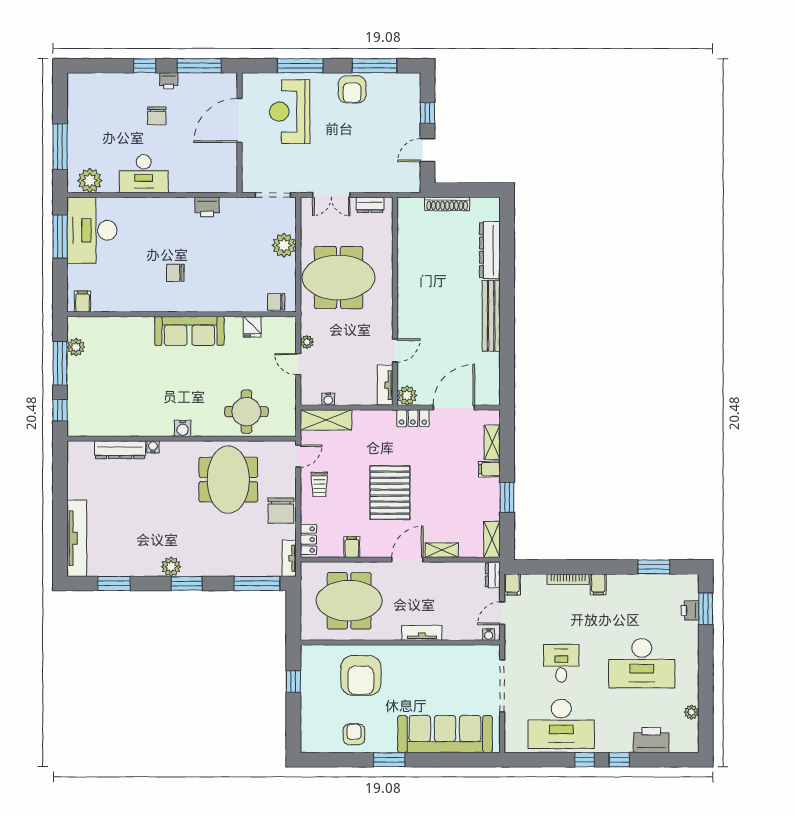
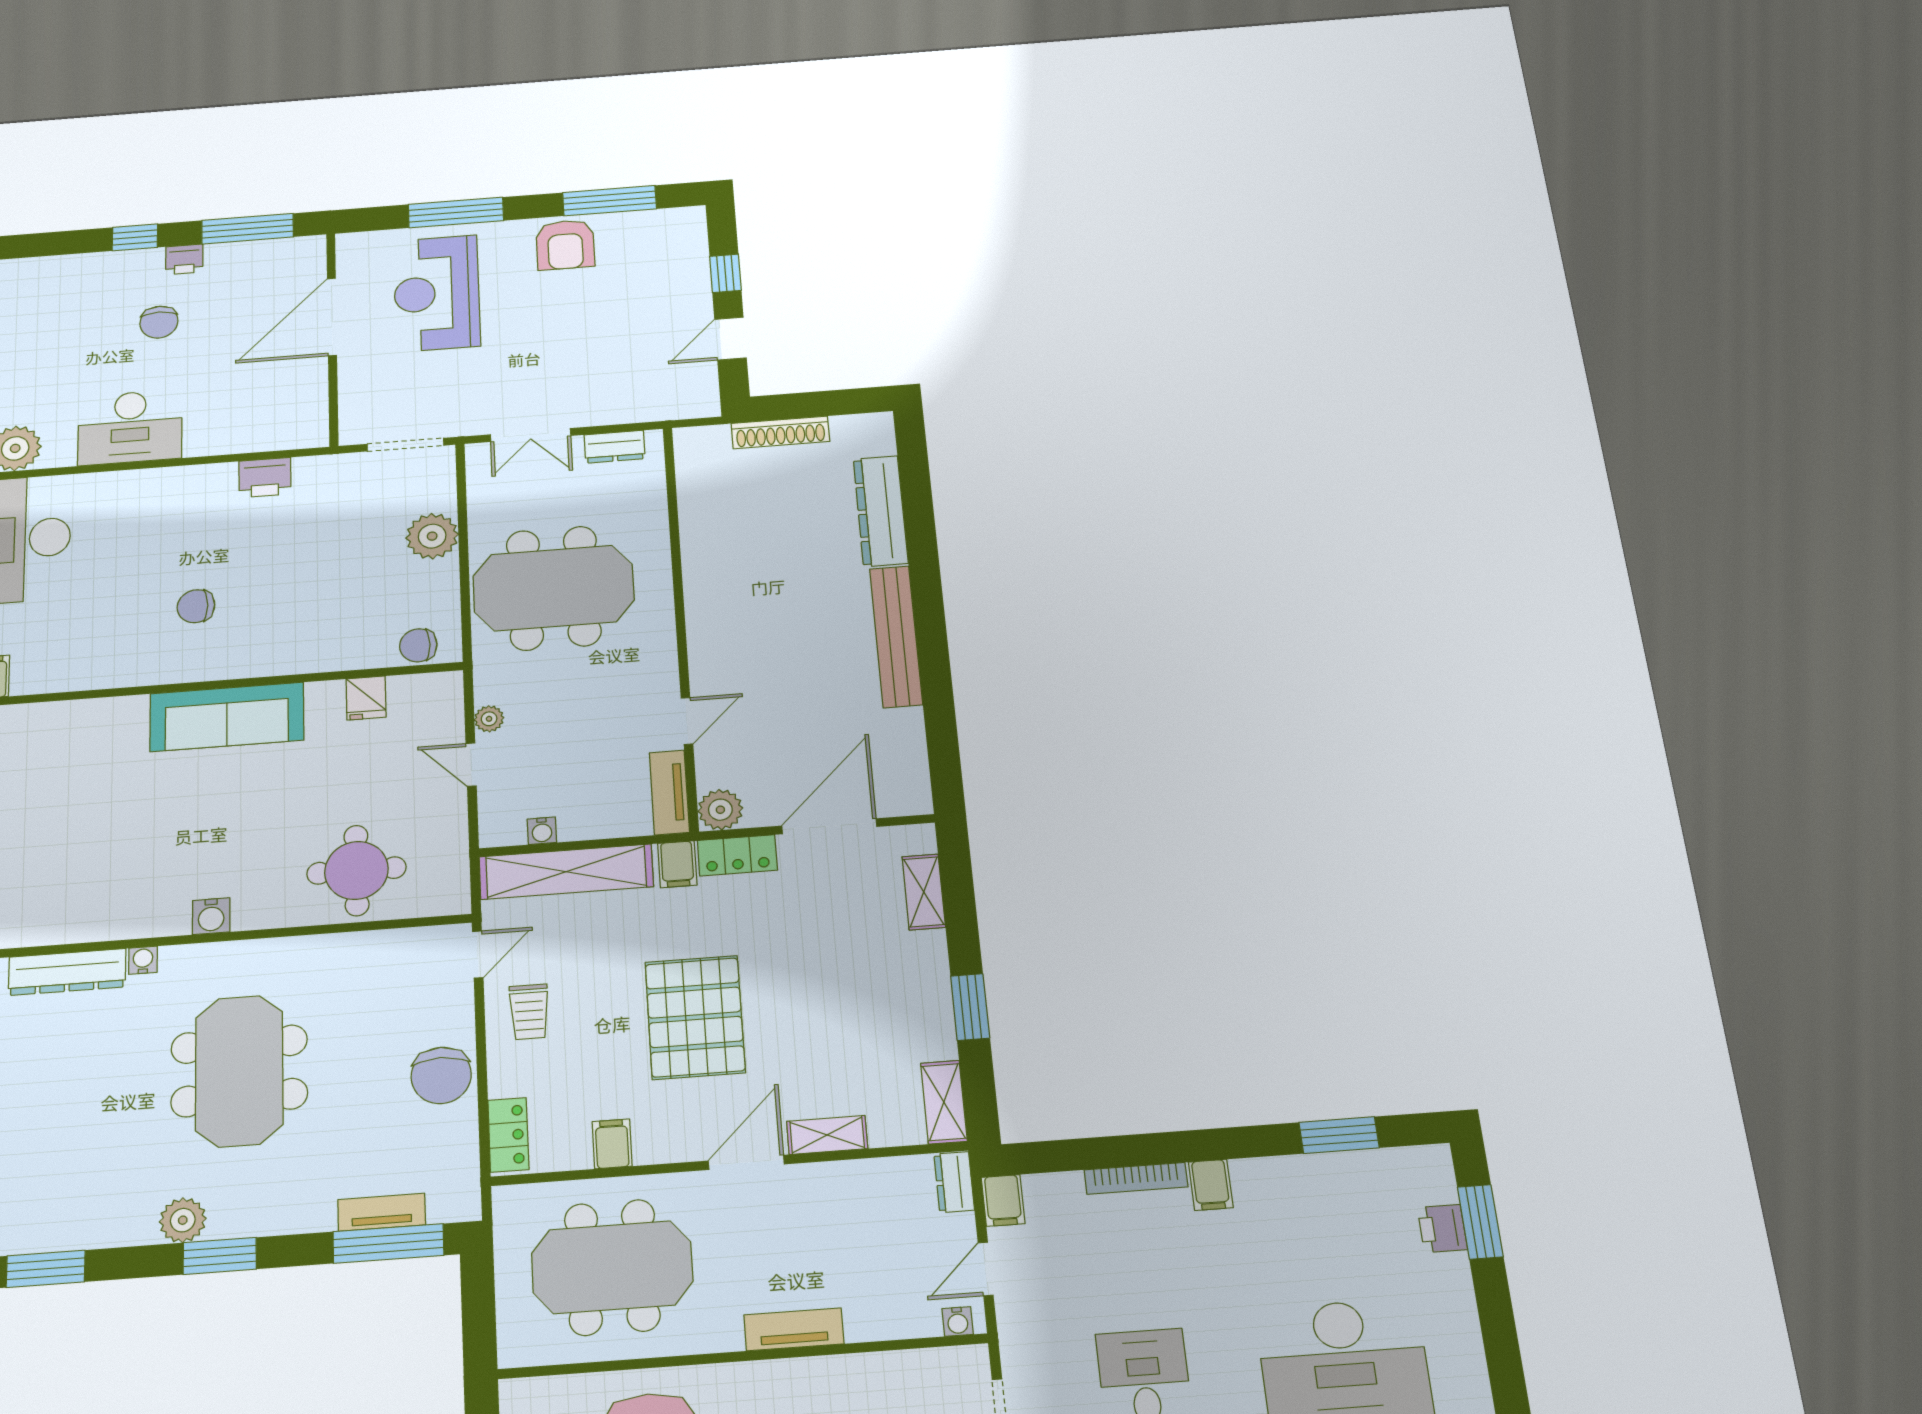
shelving: (326, 420) -> (566, 872), width x1.47
filing cabinet: (489, 469) -> (677, 864), moved, turned -90
meeting table: (228, 480) -> (239, 1071), moved
tv unit: (289, 558) -> (382, 1212), moved, turned 90

